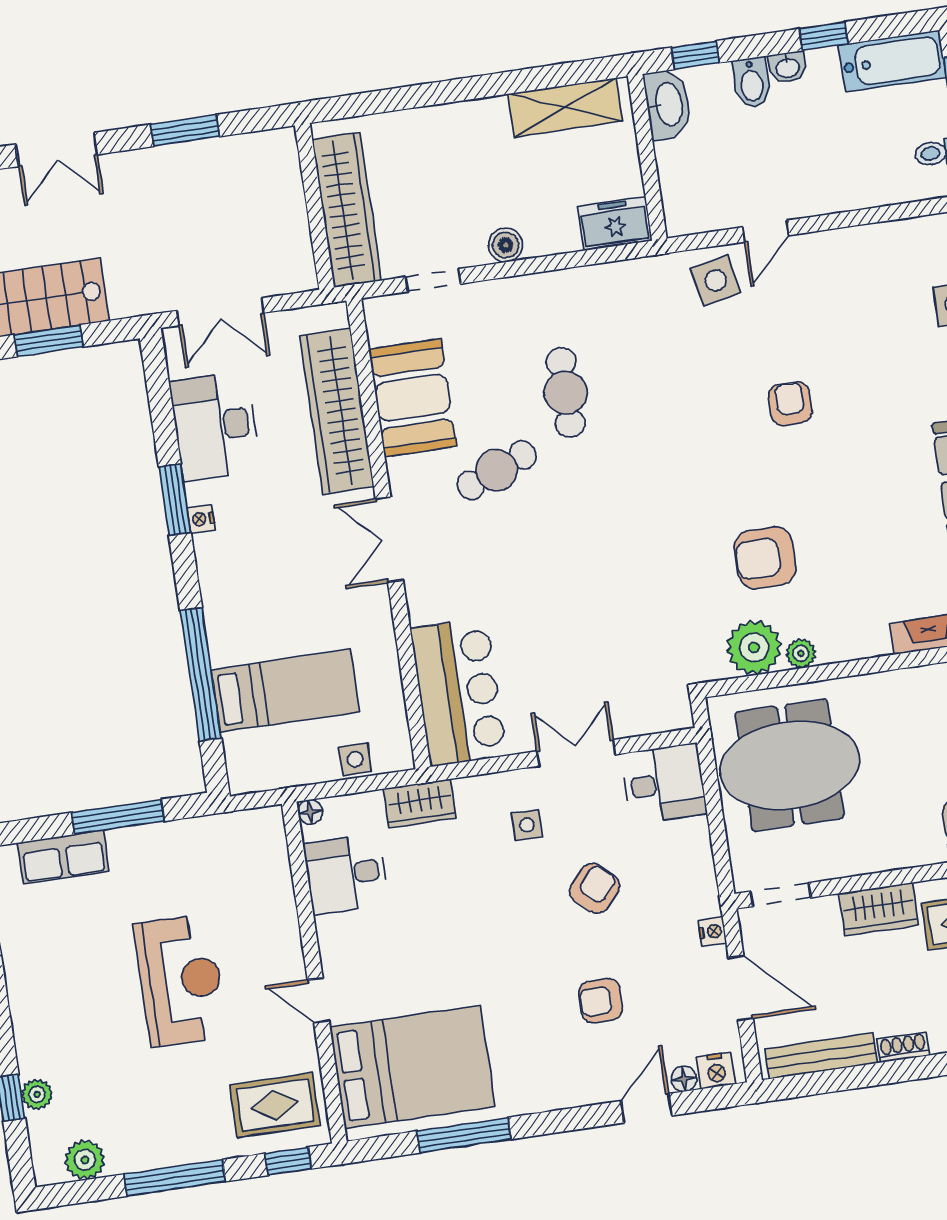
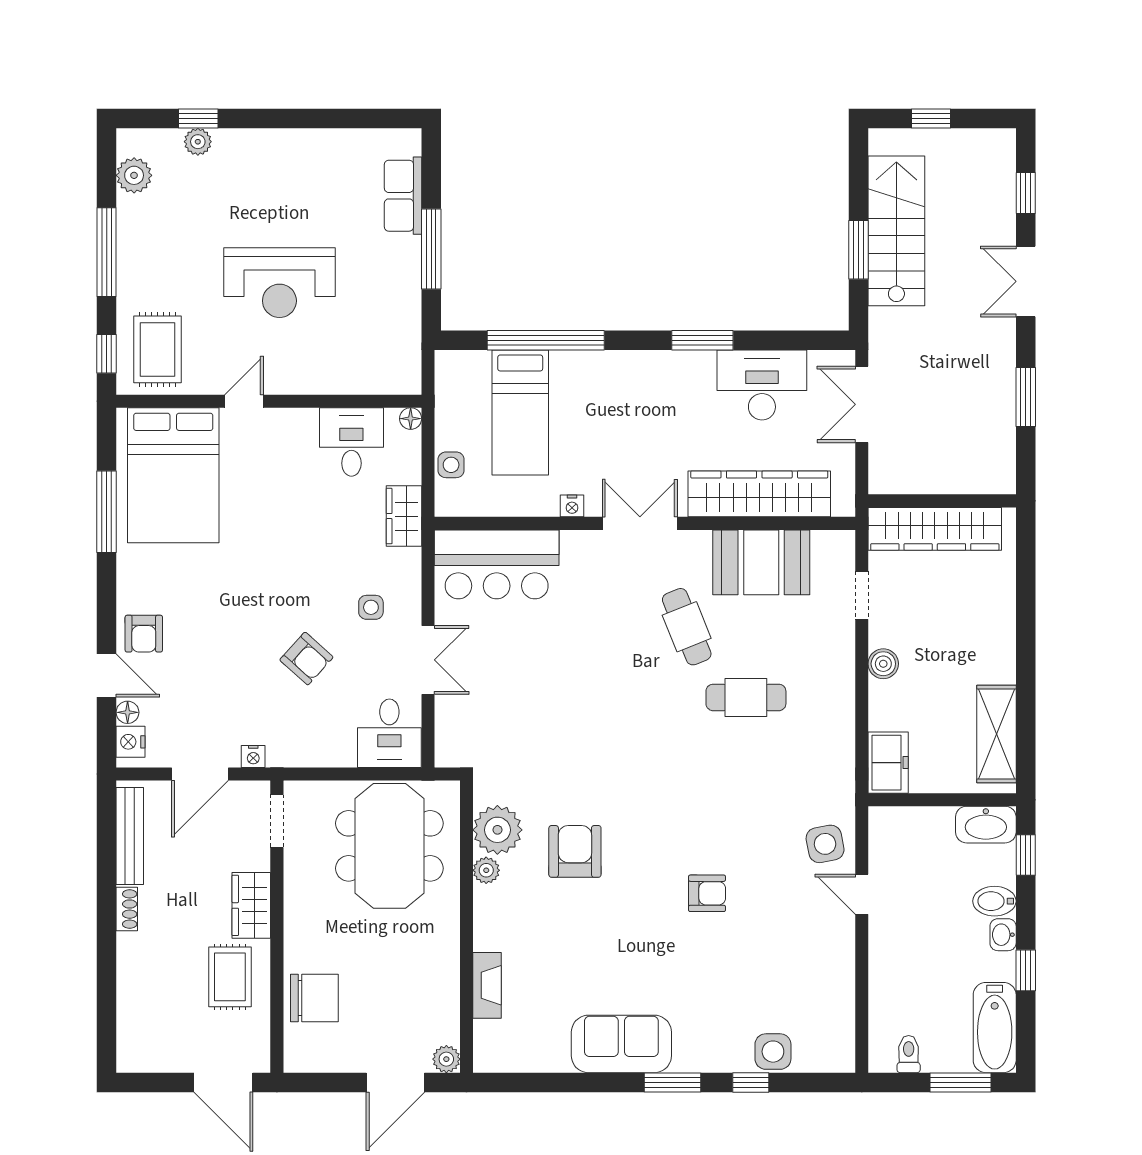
nightstand: (201, 519) -> (572, 506), moved, turned 180
armchair: (601, 1001) -> (144, 634), moved, turned 180

